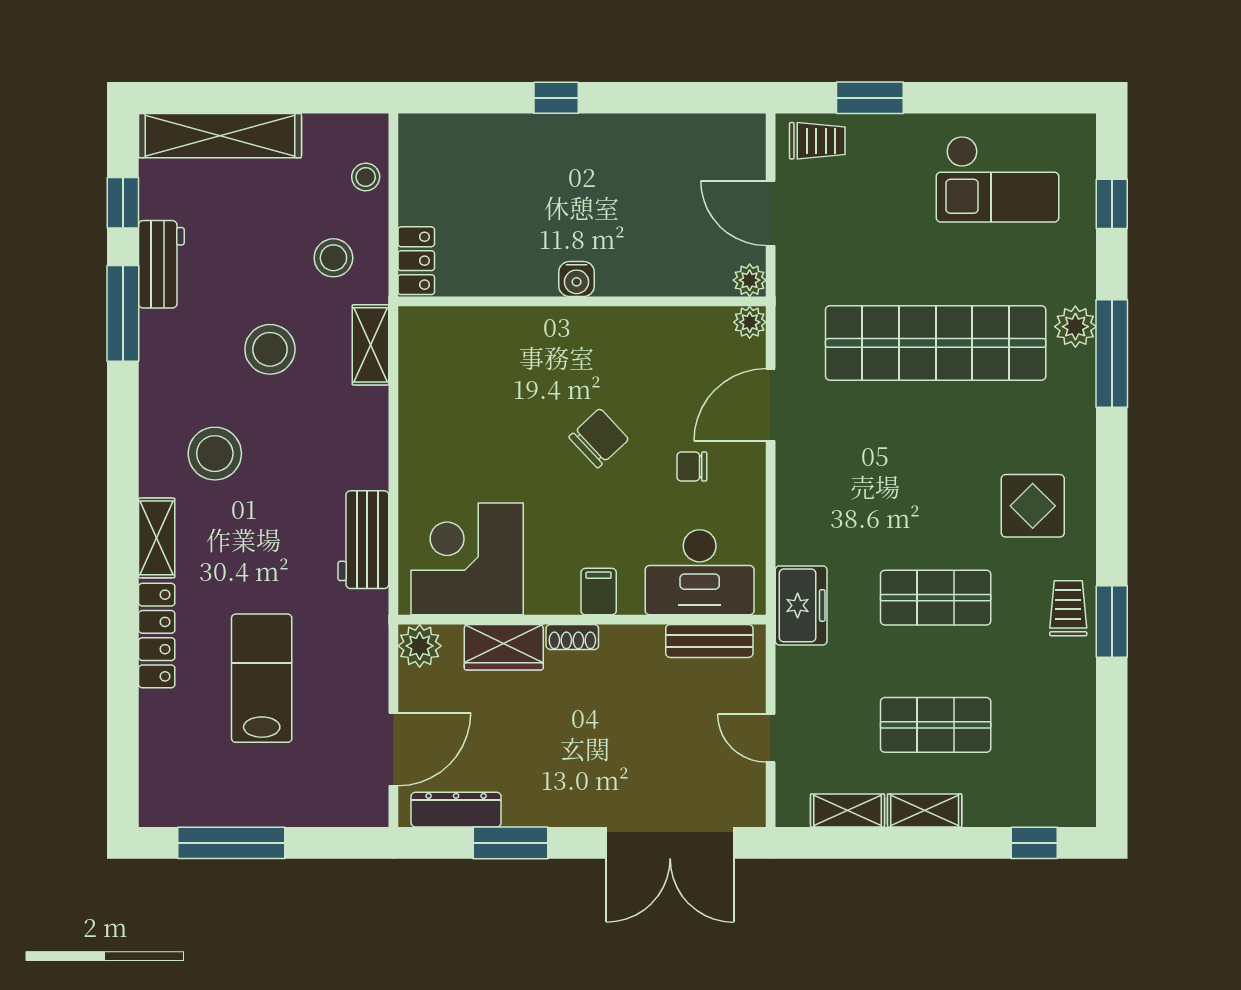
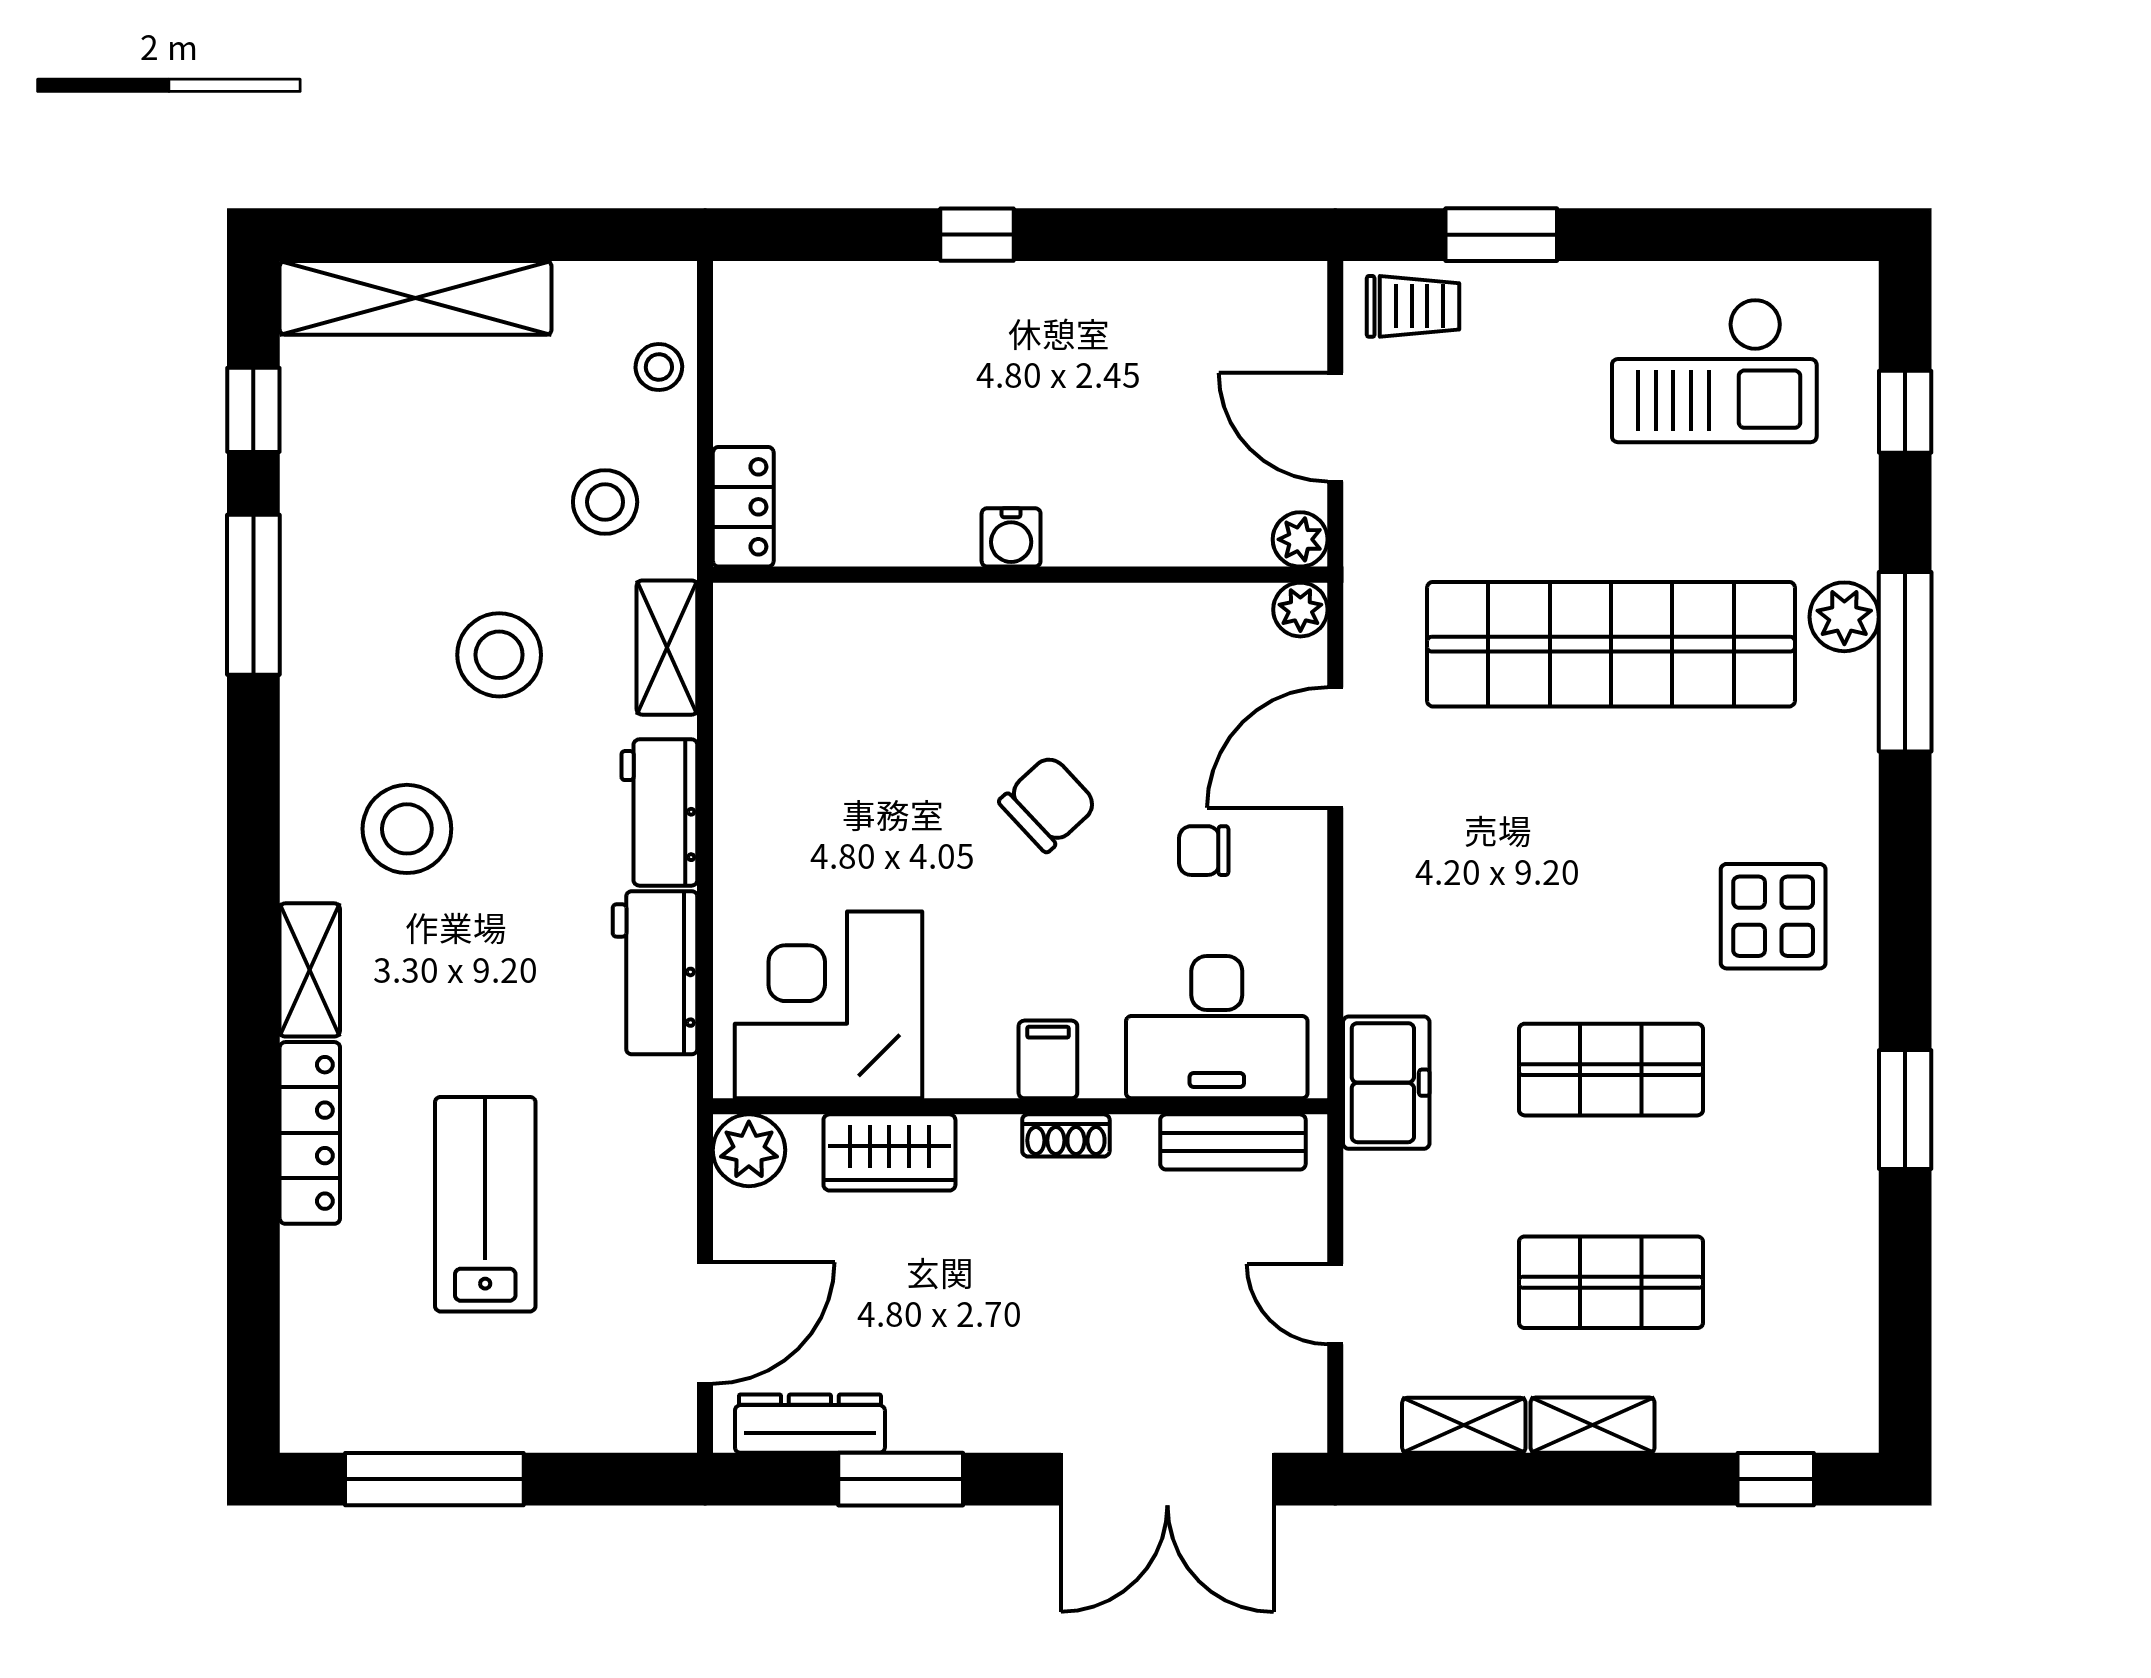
workbench: (161, 264) -> (659, 812), moved, turned 180
trolley: (1068, 608) -> (1833, 1087), removed
shoe rack: (572, 637) -> (1066, 1135), moved

